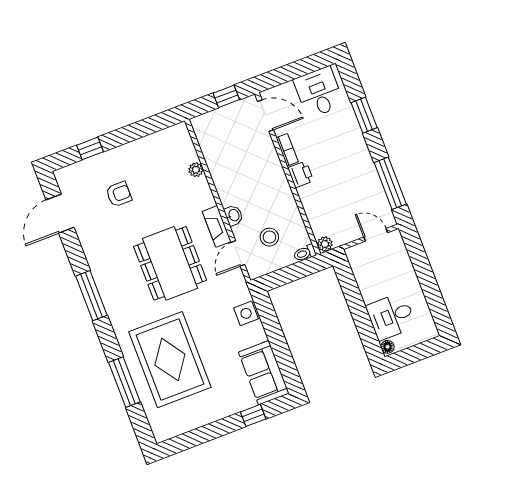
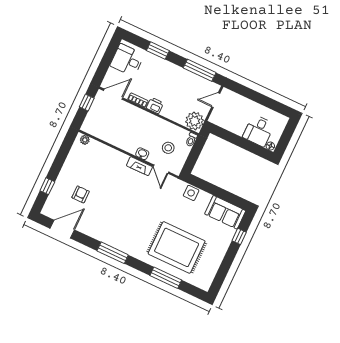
plant: (196, 170) -> (85, 140), moved
door: (60, 214) -> (62, 229), swing flipped
plant: (325, 244) -> (195, 121), width x1.88, depth x1.88
dining table: (170, 263) -> (134, 203), removed

